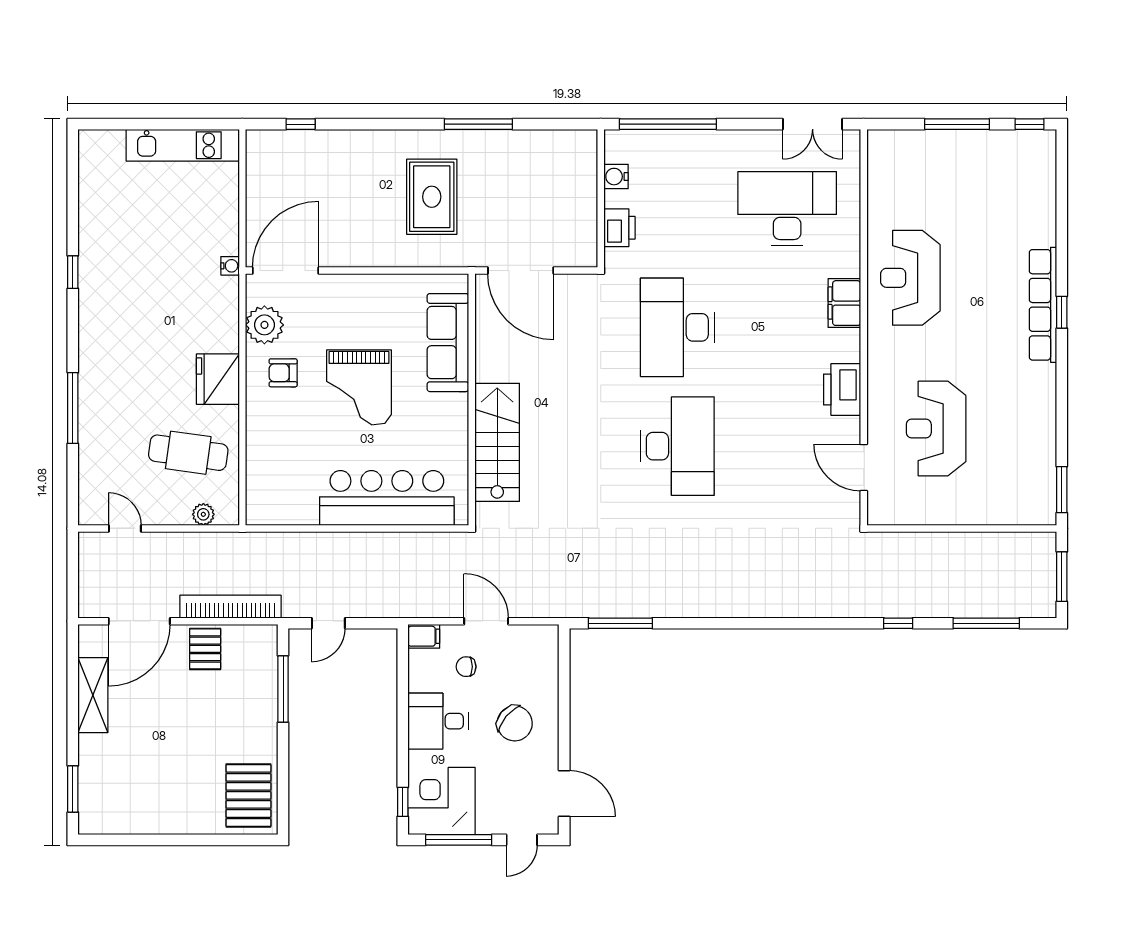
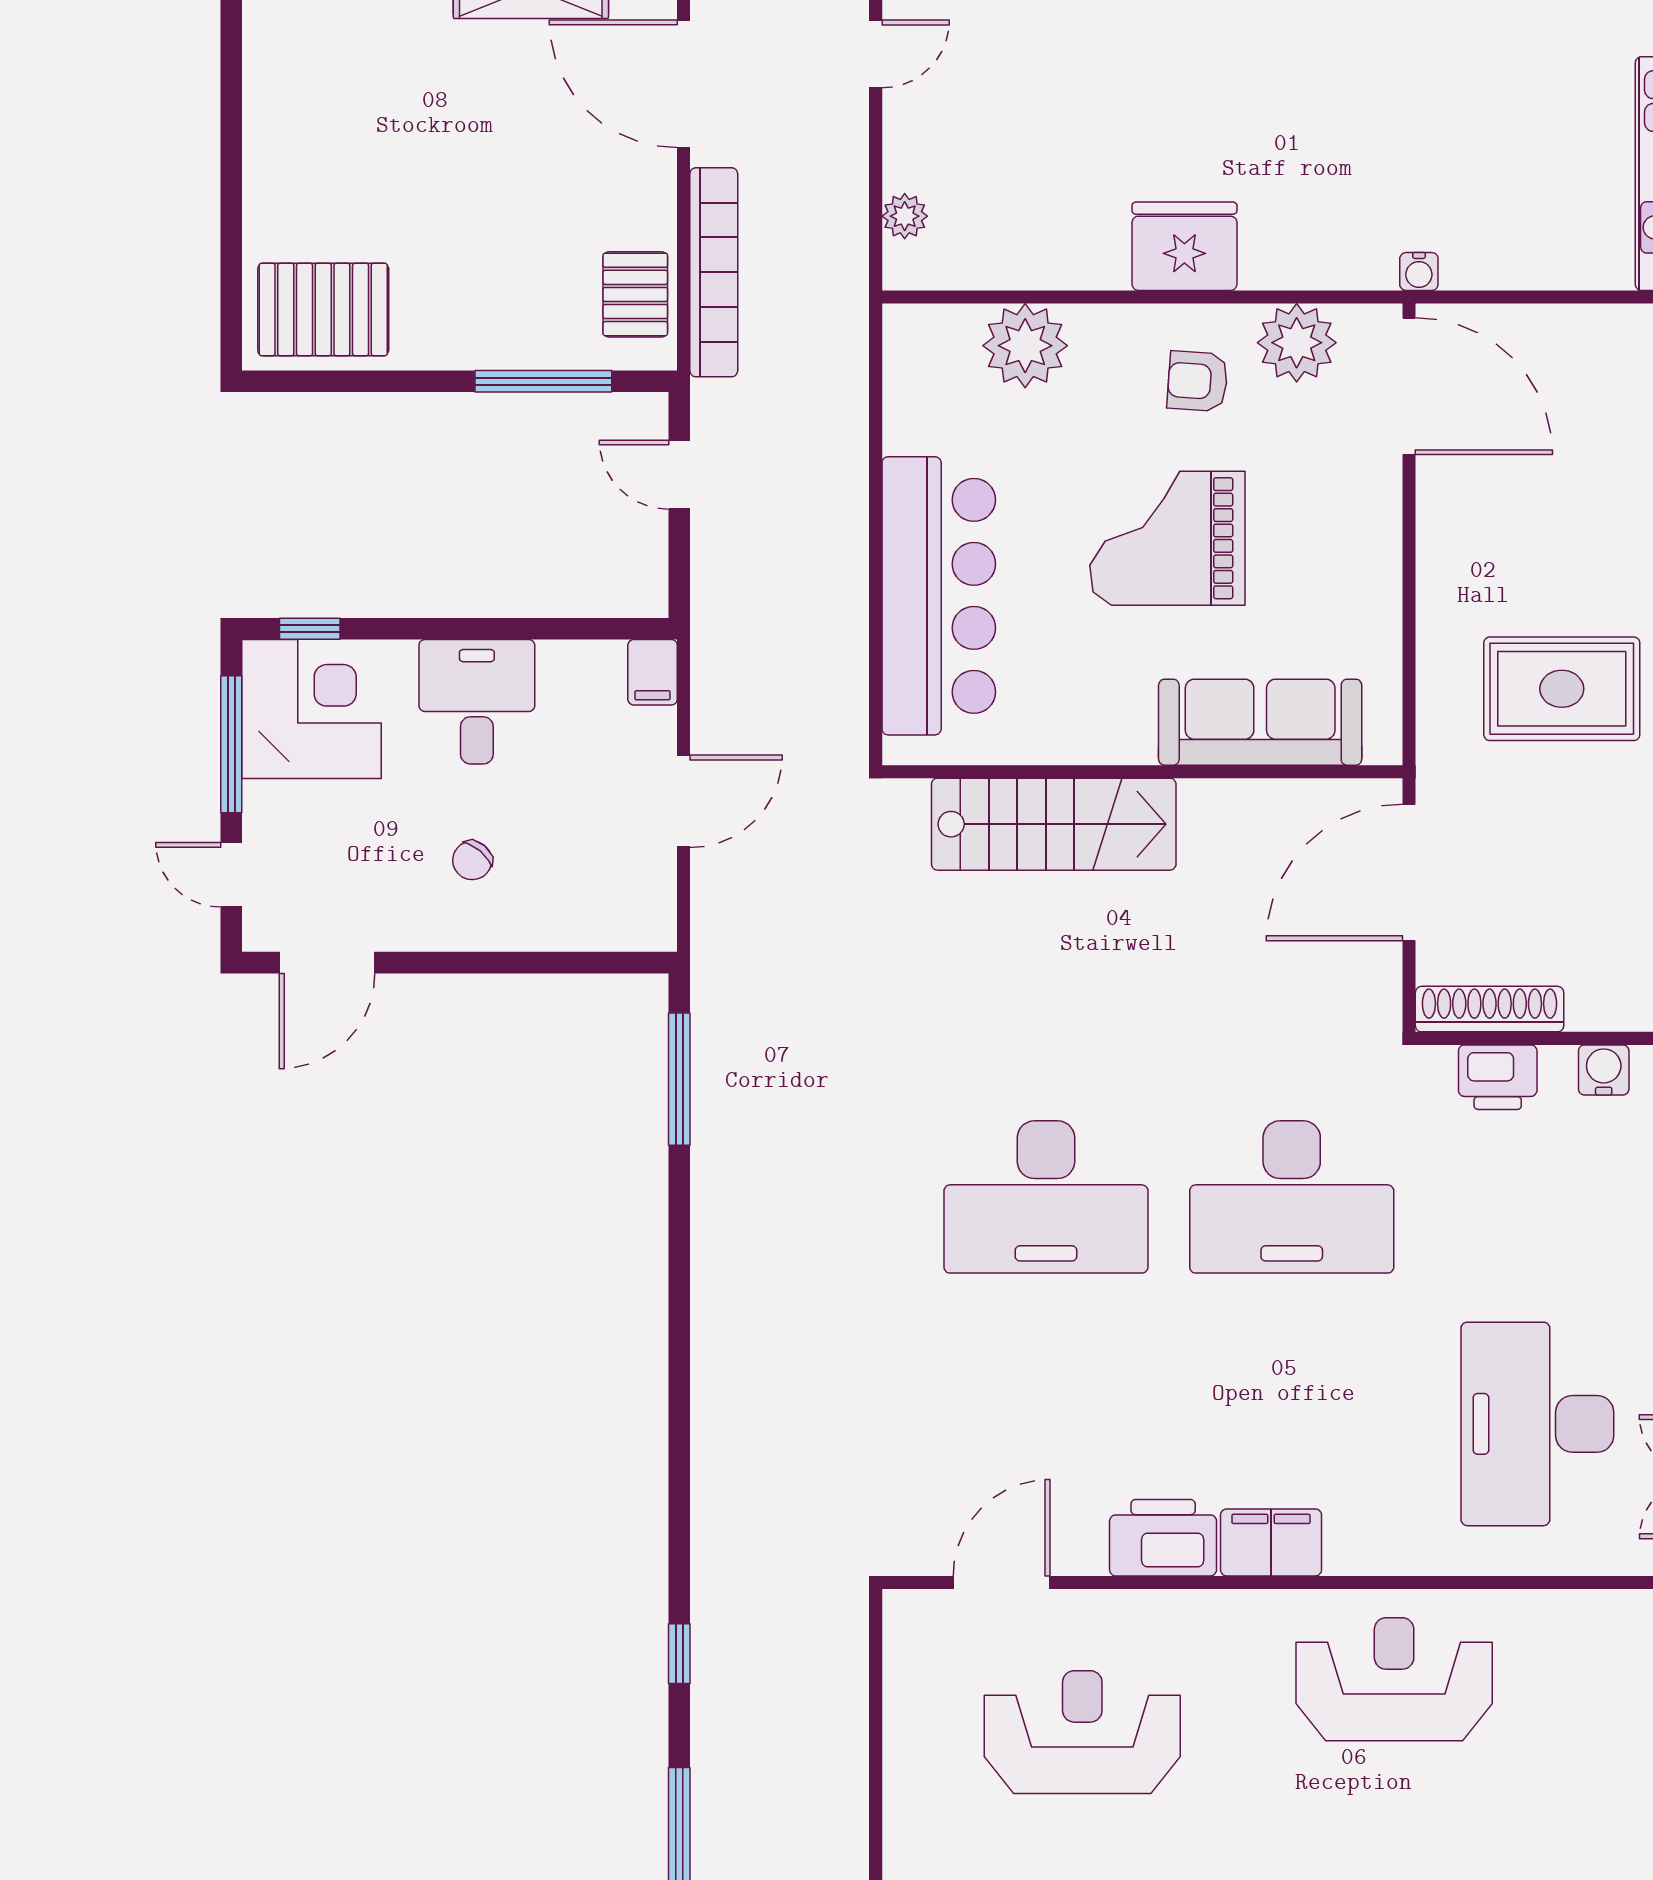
desk: (787, 209) -> (1537, 1424), turned 180
shoe rack: (587, 232) -> (1490, 1009), added
filing cabinet: (844, 303) -> (1271, 1542), moved
desk: (677, 327) -> (1292, 1197), turned 180
armchair: (283, 373) -> (1198, 381), turned -86
cafe table: (188, 453) -> (1032, 185), removed
plant: (266, 456) -> (1025, 346), added
pallet: (205, 649) -> (635, 294), moved, turned 90
chair: (466, 667) -> (590, 760), removed
chair: (515, 723) -> (472, 860), width x0.54, depth x0.54

